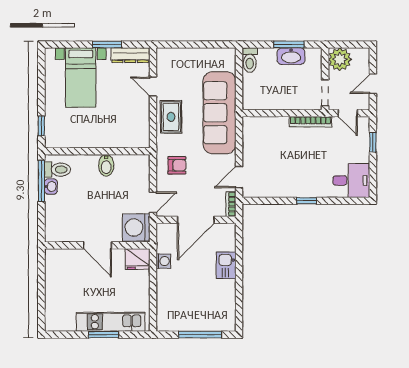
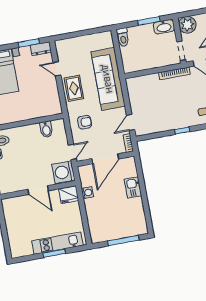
window: (107, 45) -> (29, 43), moved
dresser: (130, 55) -> (41, 49), width x0.70
washbasin: (291, 56) -> (164, 27), moved
bidet: (106, 165) -> (46, 129), moved

